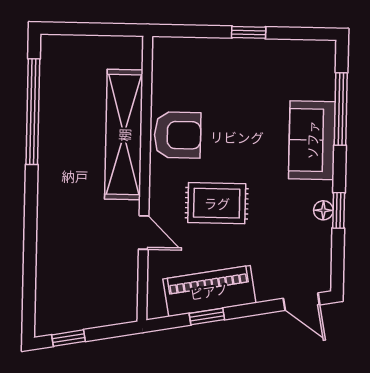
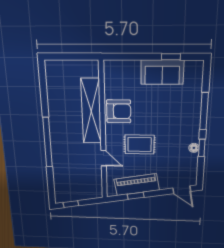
window: (249, 32) -> (171, 57), moved
window: (341, 109) -> (204, 111), moved
window: (33, 112) -> (48, 142), moved
sofa: (312, 140) -> (162, 72), moved, turned -90

